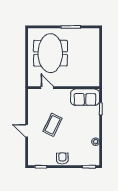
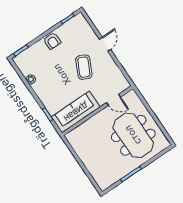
sofa: (85, 97) -> (76, 112), width x1.36
door: (27, 131) -> (105, 44), hinge flipped

